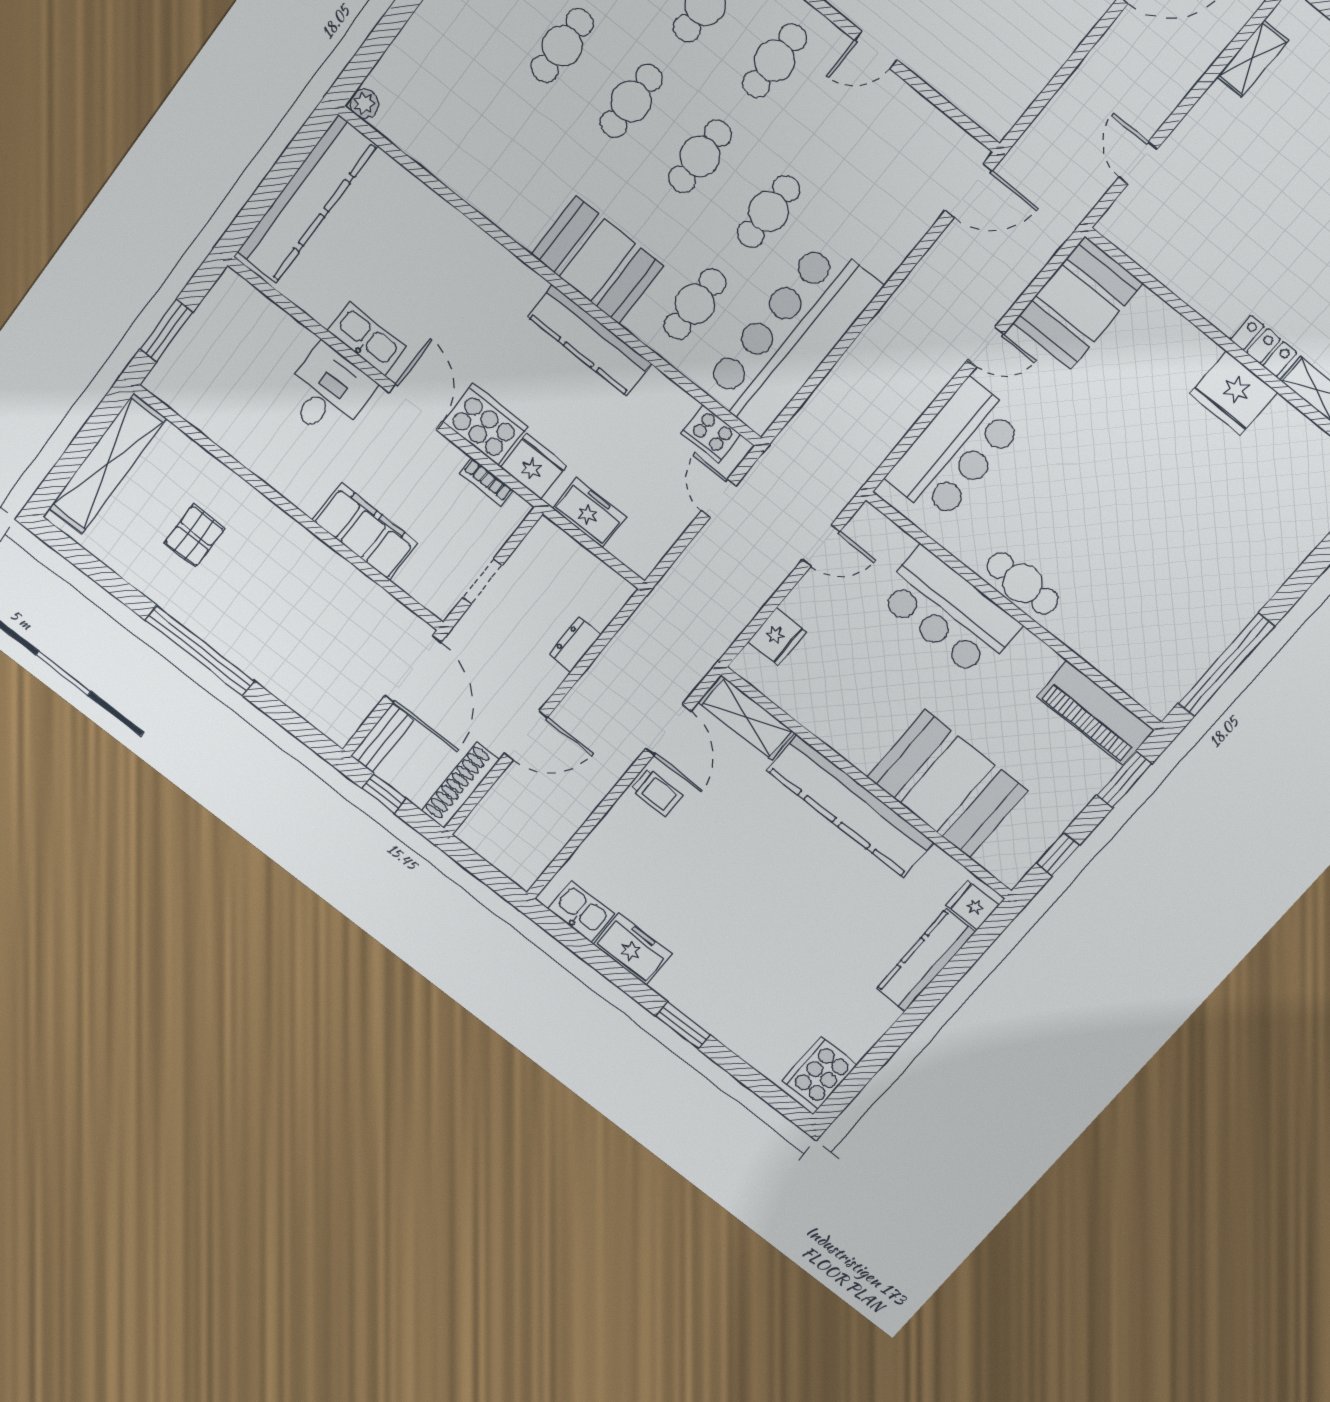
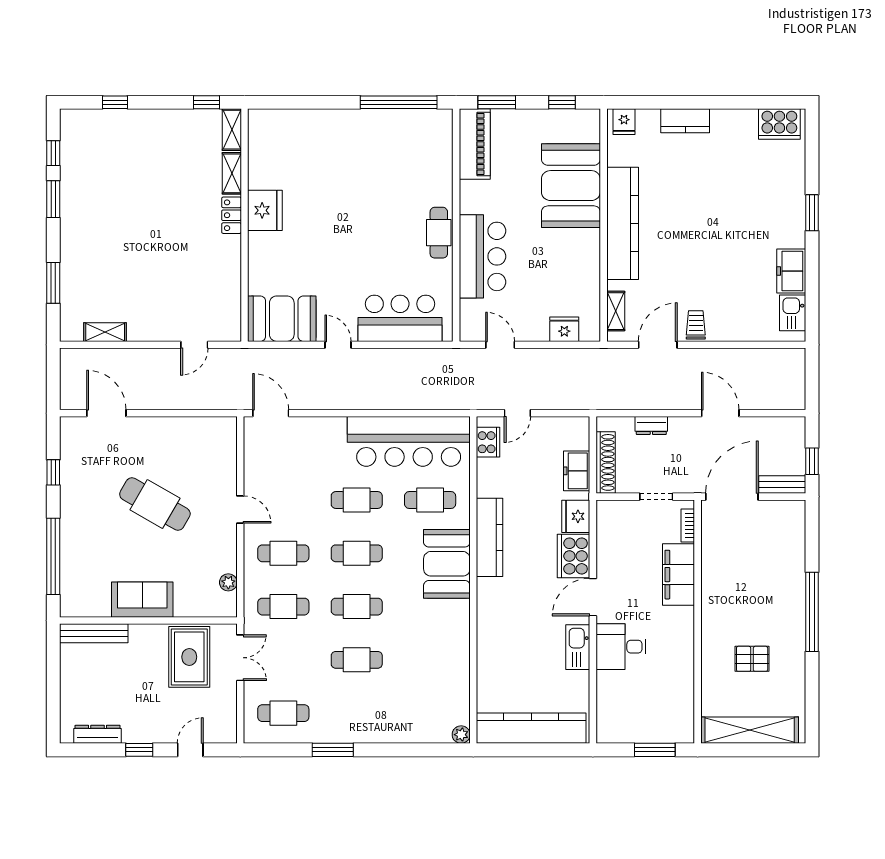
bookcase: (486, 482) -> (688, 525), moved, turned 180
shelving: (747, 718) -> (616, 311), width x0.67, depth x0.75
shoe rack: (460, 785) -> (606, 462), moved, turned -90
kitchen counter: (926, 960) -> (685, 121), width x0.67

